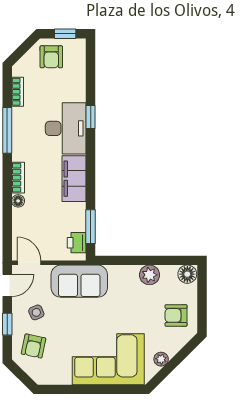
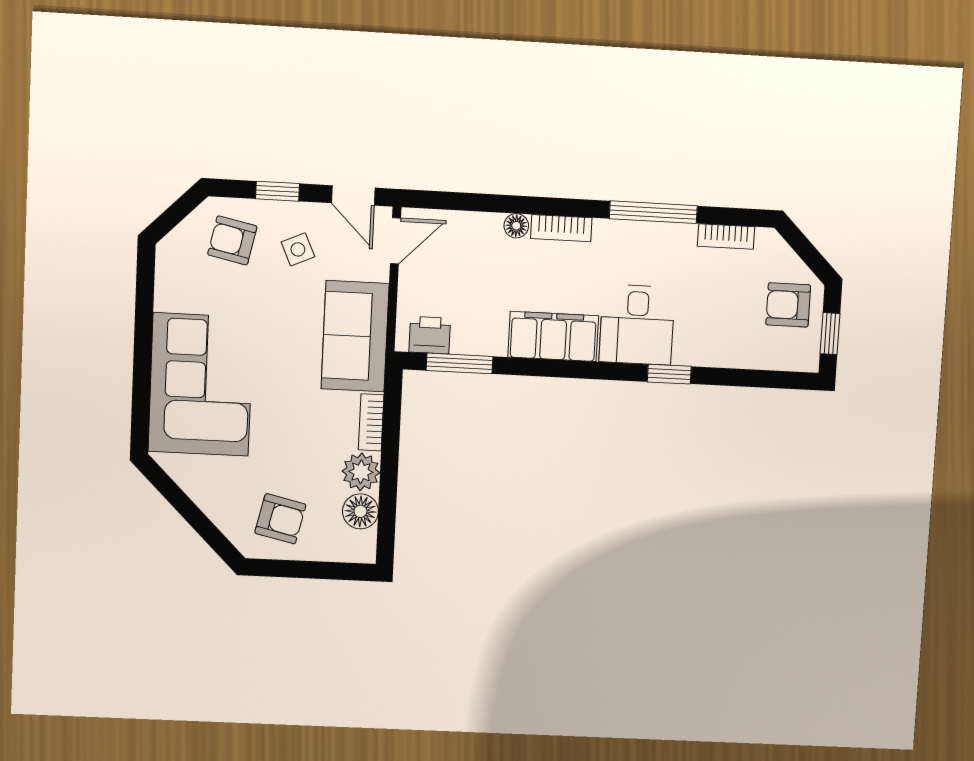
desk: (66, 128) -> (637, 325), width x0.73
bookcase: (123, 271) -> (371, 422), added
floor lamp: (187, 274) -> (360, 511), moved
armchair: (176, 315) -> (280, 519), turned 103
plant: (161, 359) -> (197, 486), removed

